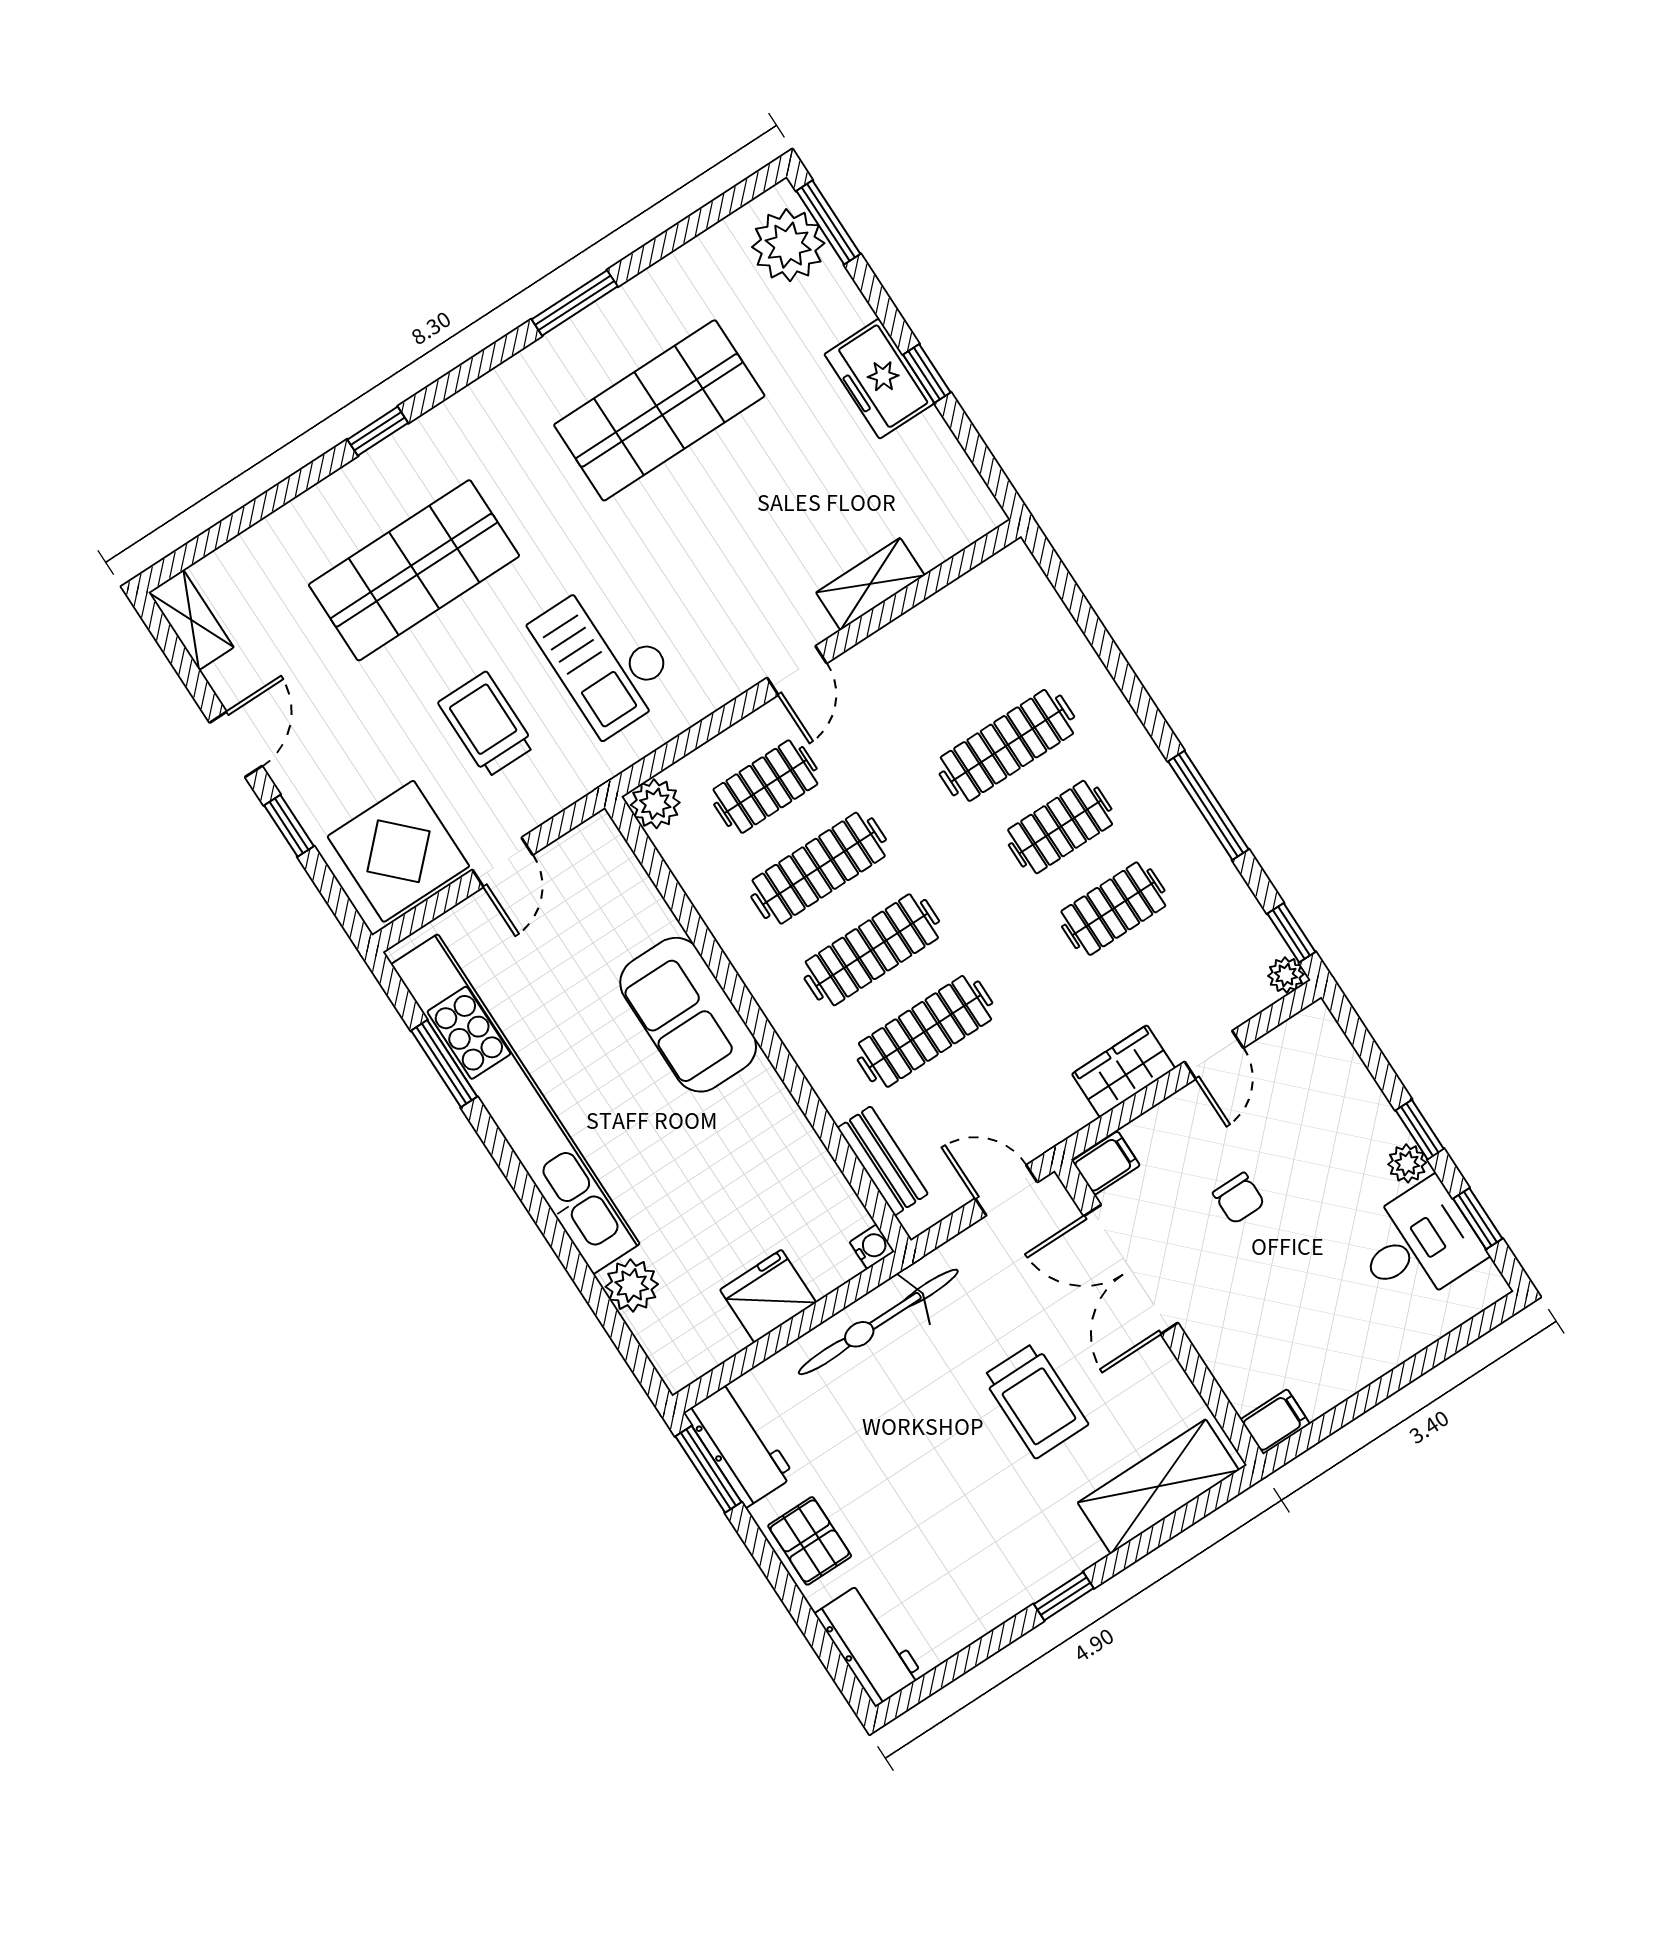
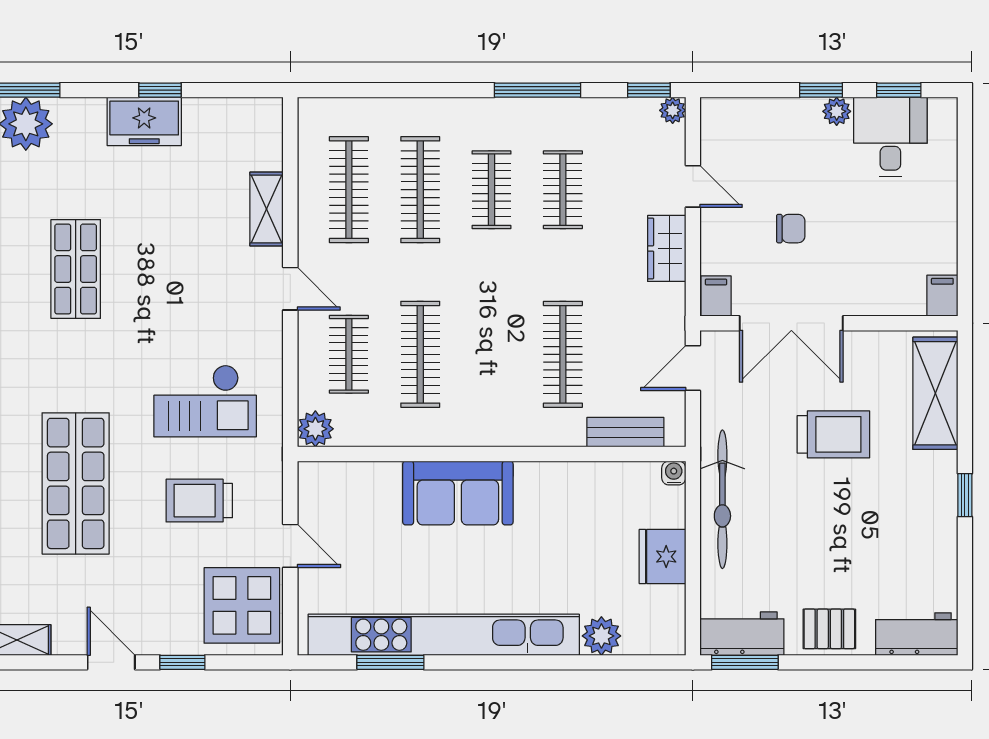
shop shelf: (659, 410) -> (76, 269), width x0.70, depth x0.74
clothes rail: (872, 950) -> (349, 190), moved

